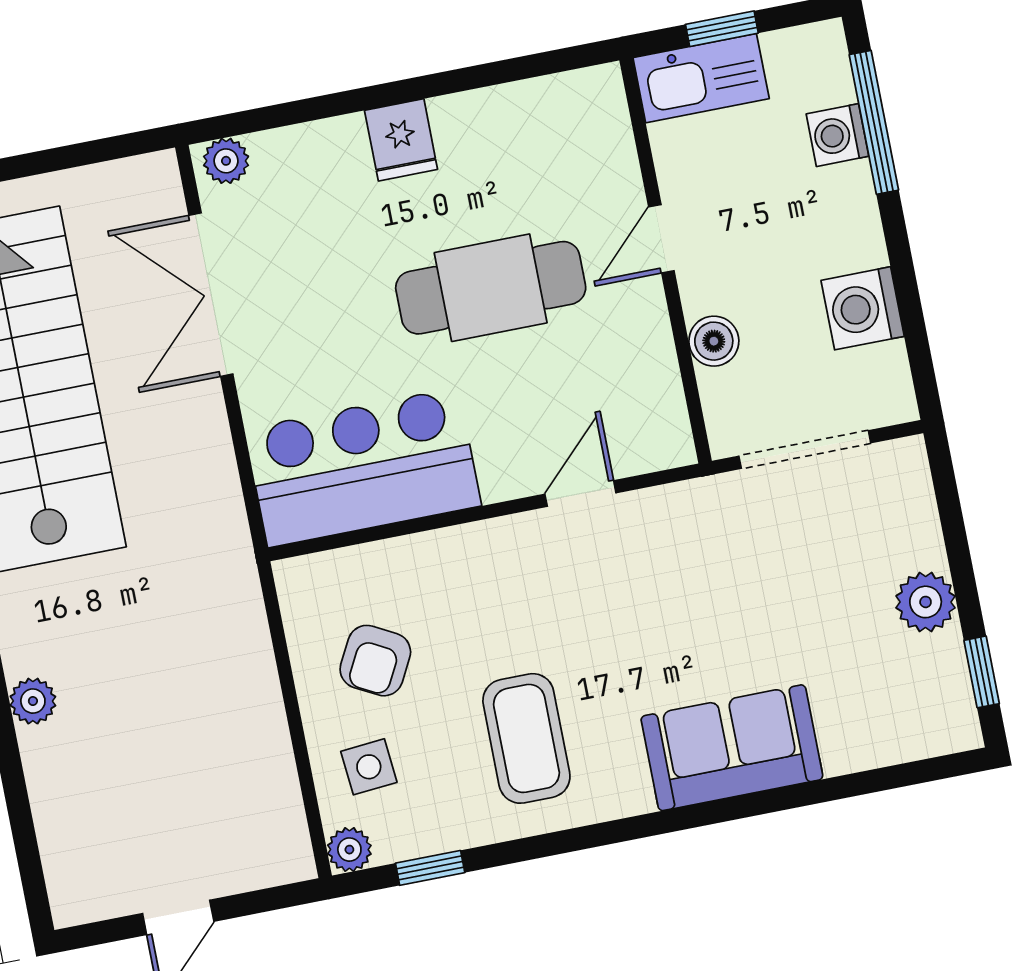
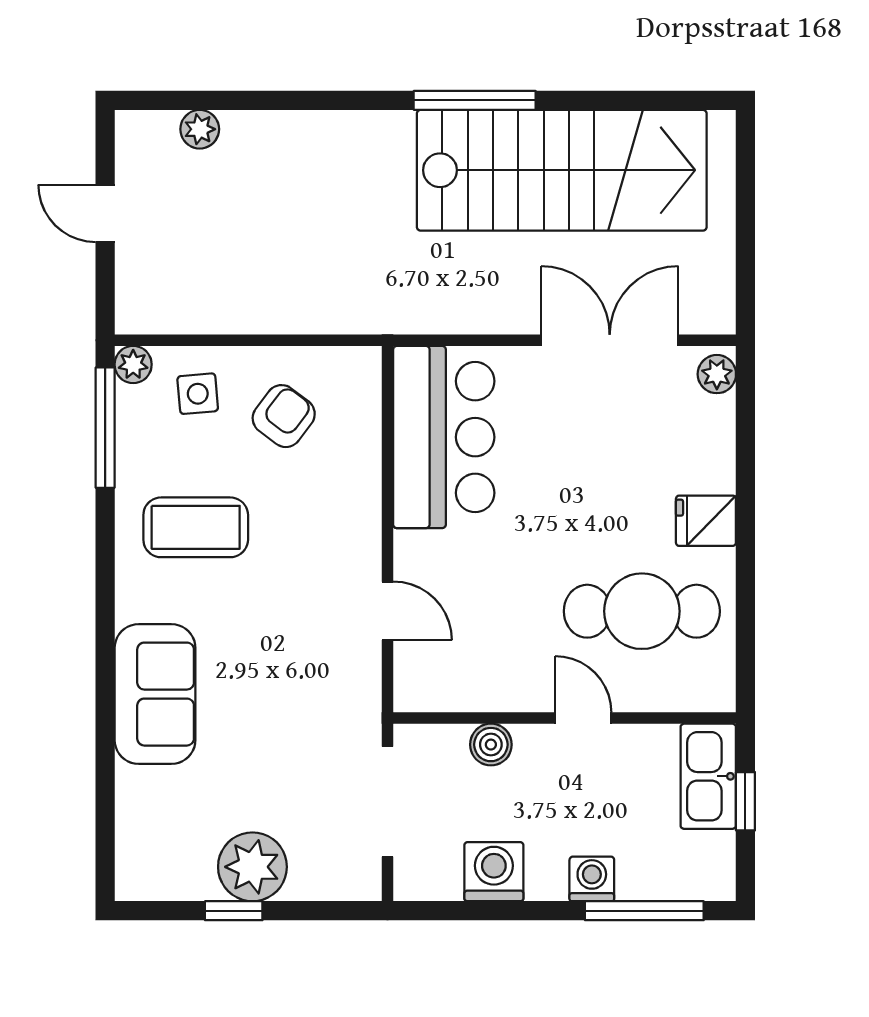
washing machine: (837, 135) -> (592, 879), moved
cafe table: (491, 288) -> (642, 611), moved, turned 90
plant: (926, 602) -> (252, 867), width x1.36, depth x1.36
armchair: (375, 661) -> (284, 416), turned 99
window: (982, 672) -> (234, 911), moved
plant: (33, 701) -> (200, 129), moved
window: (430, 868) -> (105, 428), width x2.17

